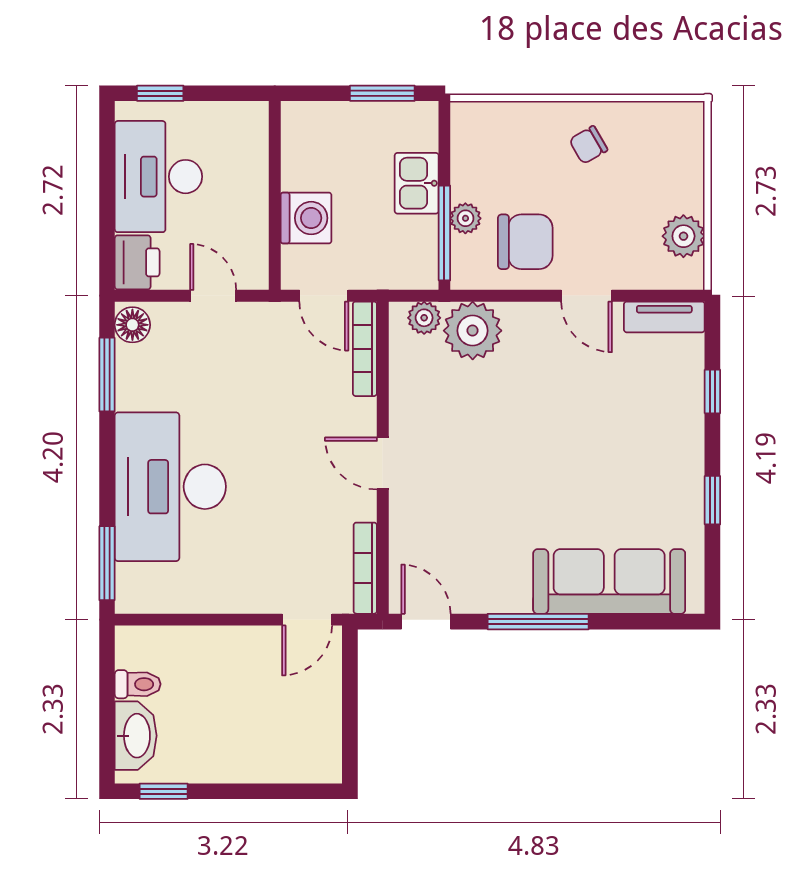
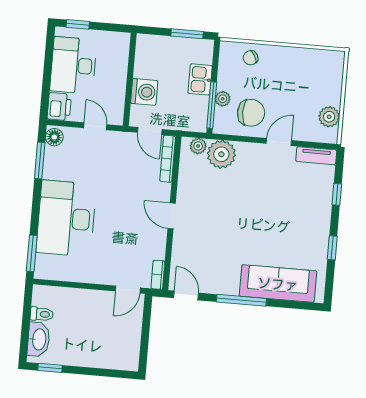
chair: (588, 145) -> (251, 58), moved
door: (587, 296) -> (279, 142), swing flipped
bookcase: (365, 568) -> (158, 275), width x0.64

